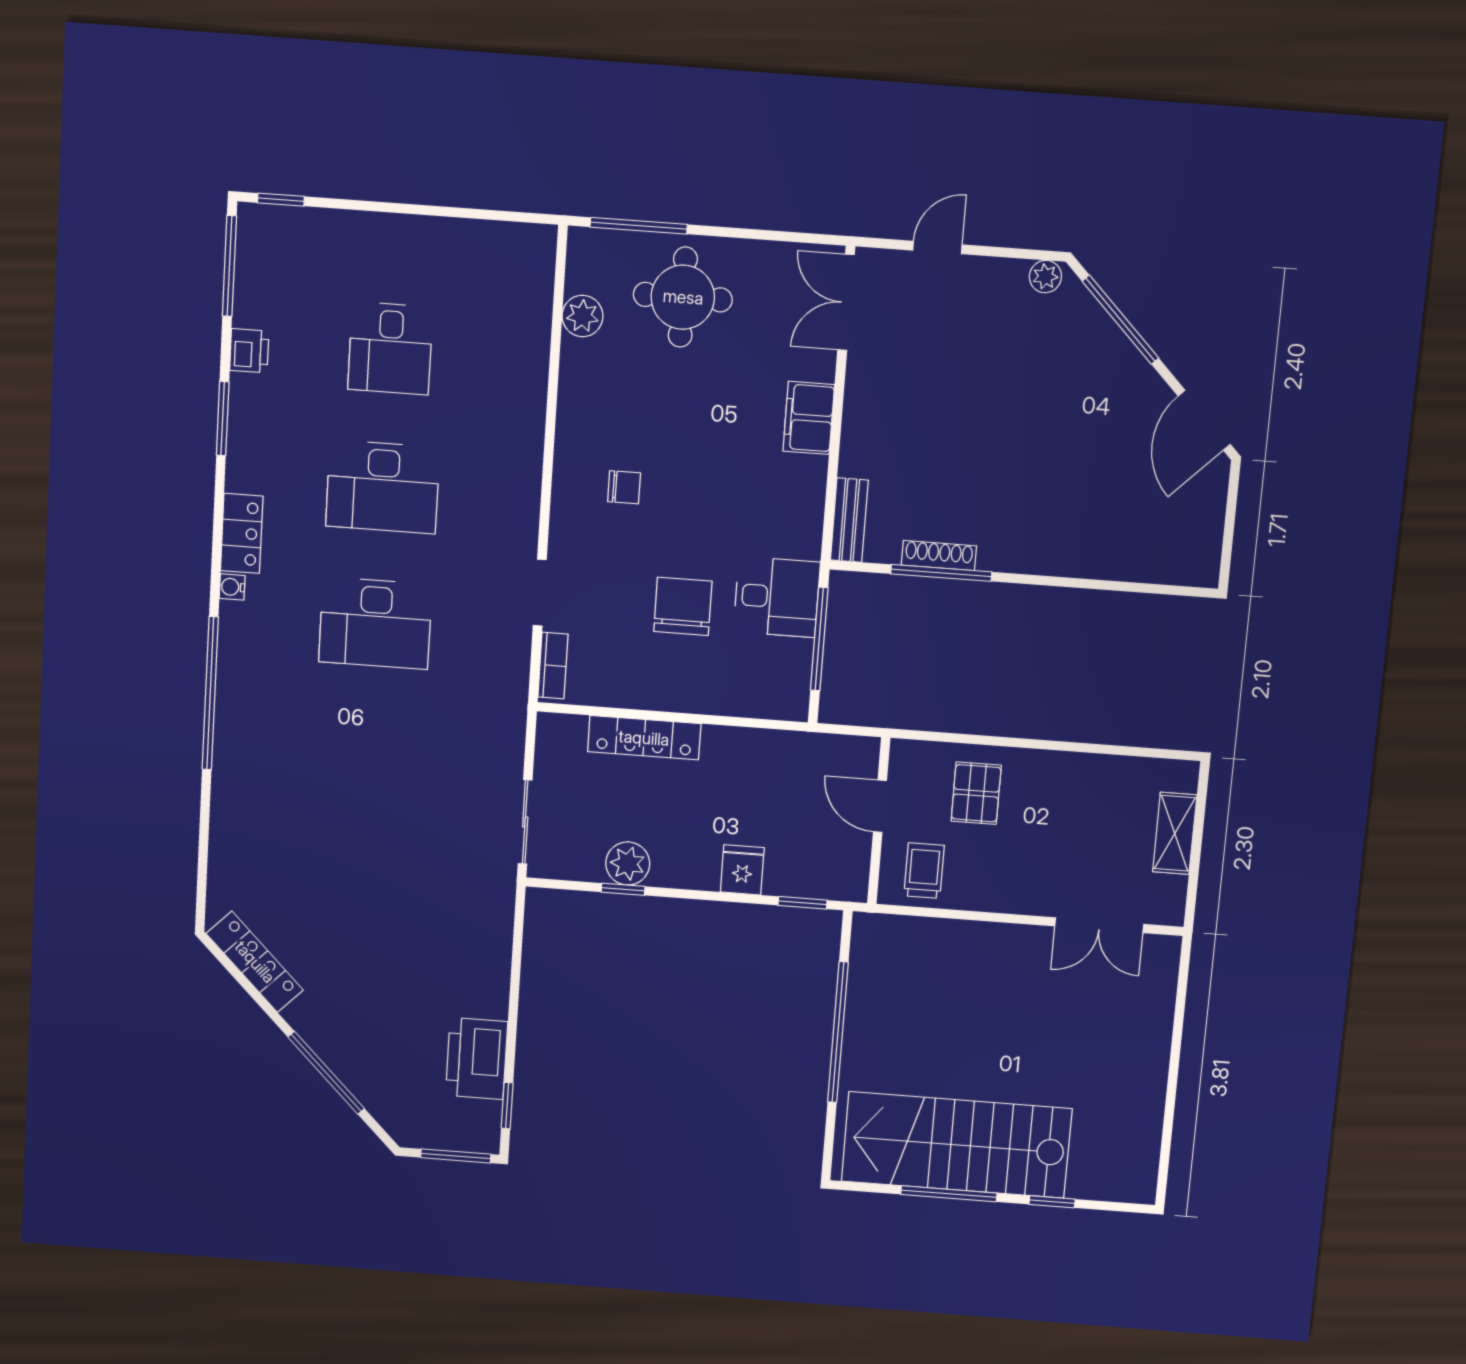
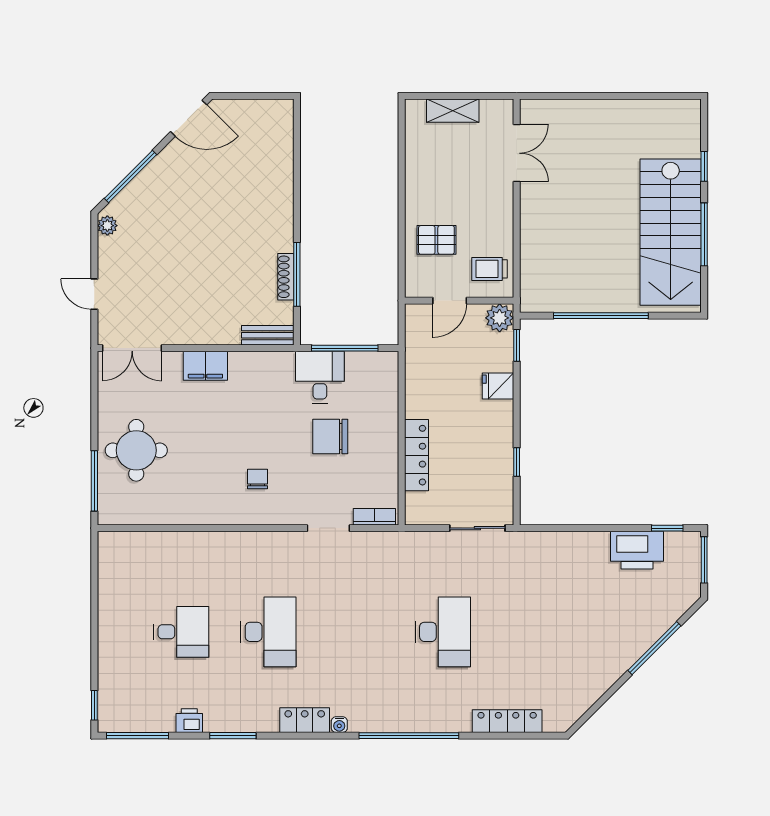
plant: (582, 316) -> (152, 512), removed
desk: (375, 623) -> (443, 632), moved
plant: (628, 863) -> (500, 318), moved
locker: (255, 962) -> (507, 721), moved, turned 45

